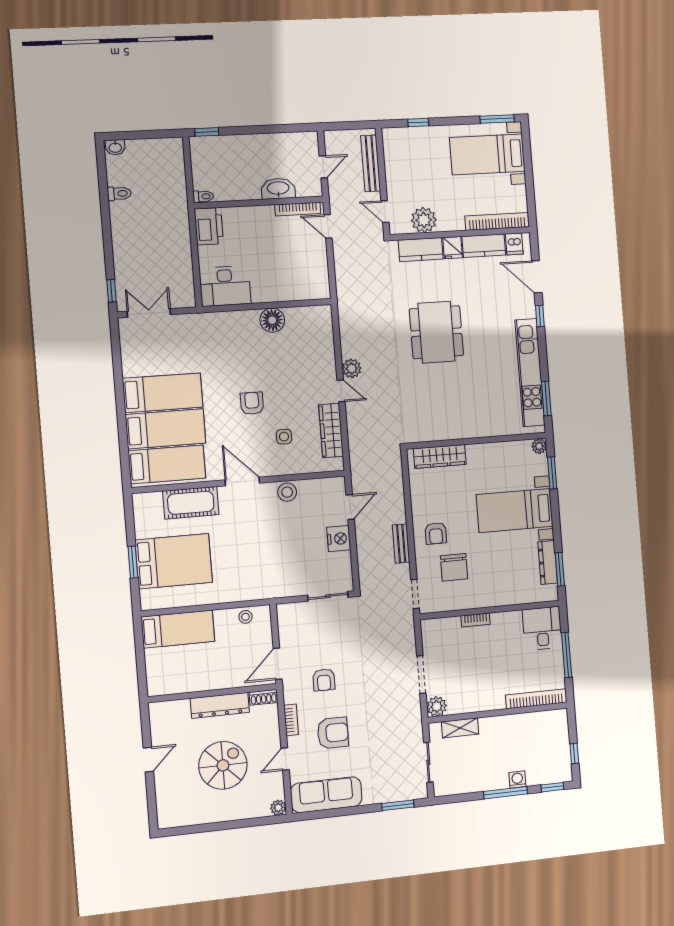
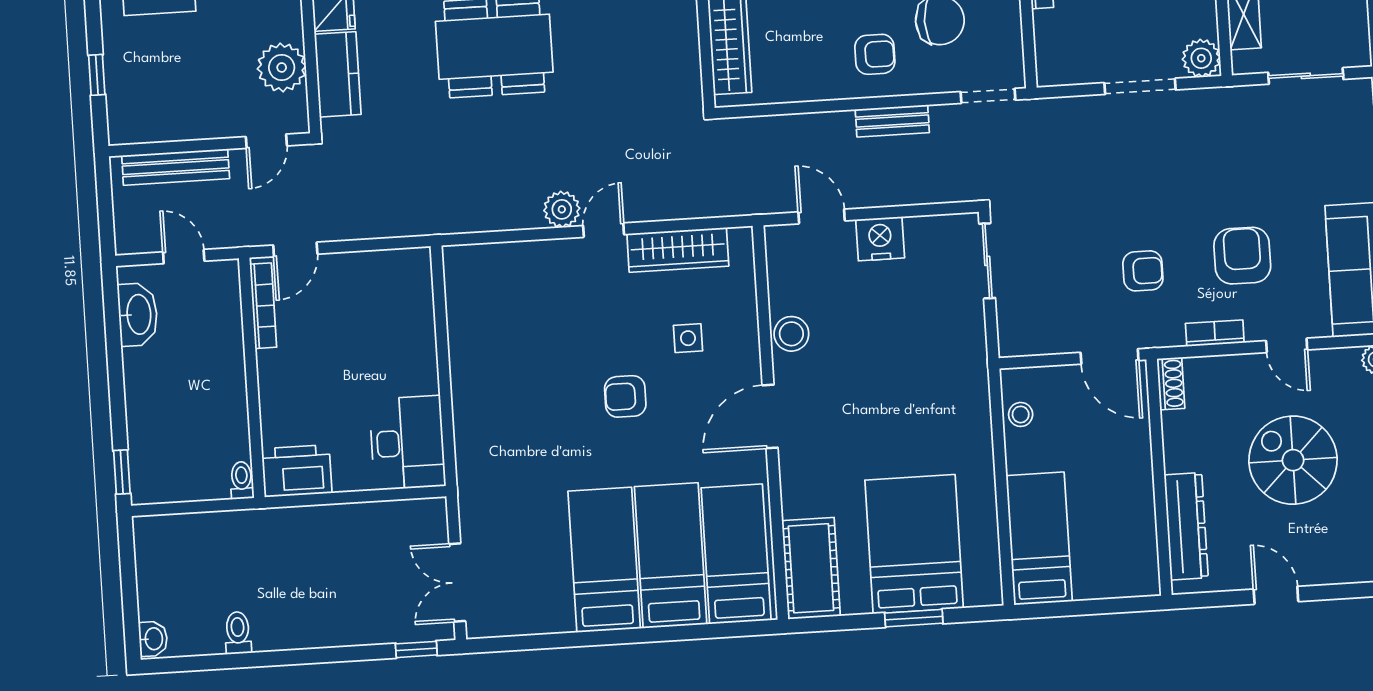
washbasin: (278, 189) -> (138, 314), moved, turned 180
floor lamp: (272, 320) -> (471, 357), removed
cot: (191, 503) -> (811, 568), moved
dresser: (220, 705) -> (1186, 526), moved

